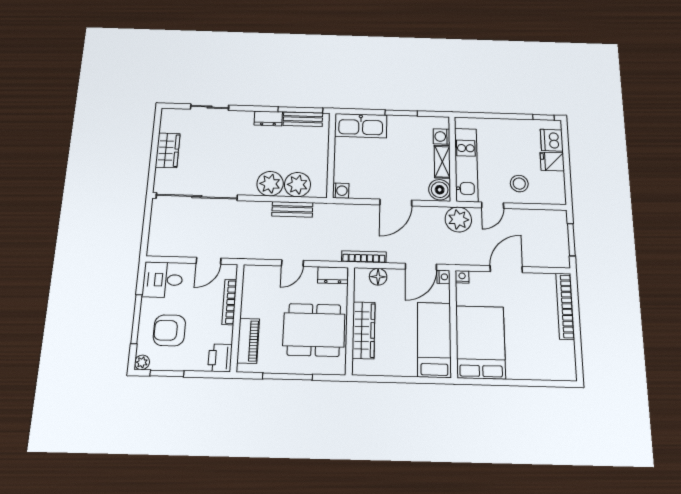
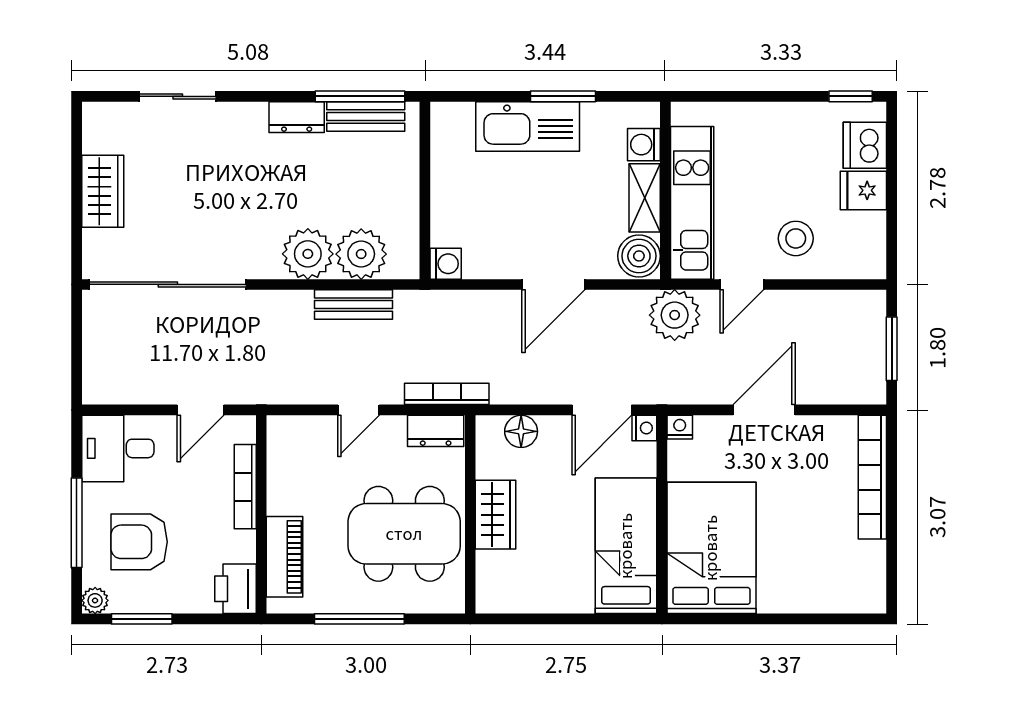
kitchen sink: (361, 126) -> (528, 126), moved
bookcase: (364, 257) -> (447, 394), moved
wardrobe: (364, 330) -> (496, 515), width x0.67

